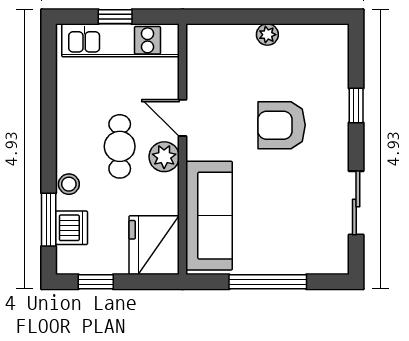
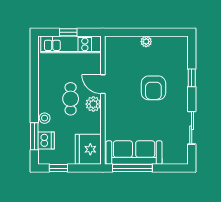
armchair: (282, 125) -> (153, 88), turned -90
sofa: (209, 216) -> (134, 153), moved, turned -90
window: (268, 282) -> (132, 168), moved

